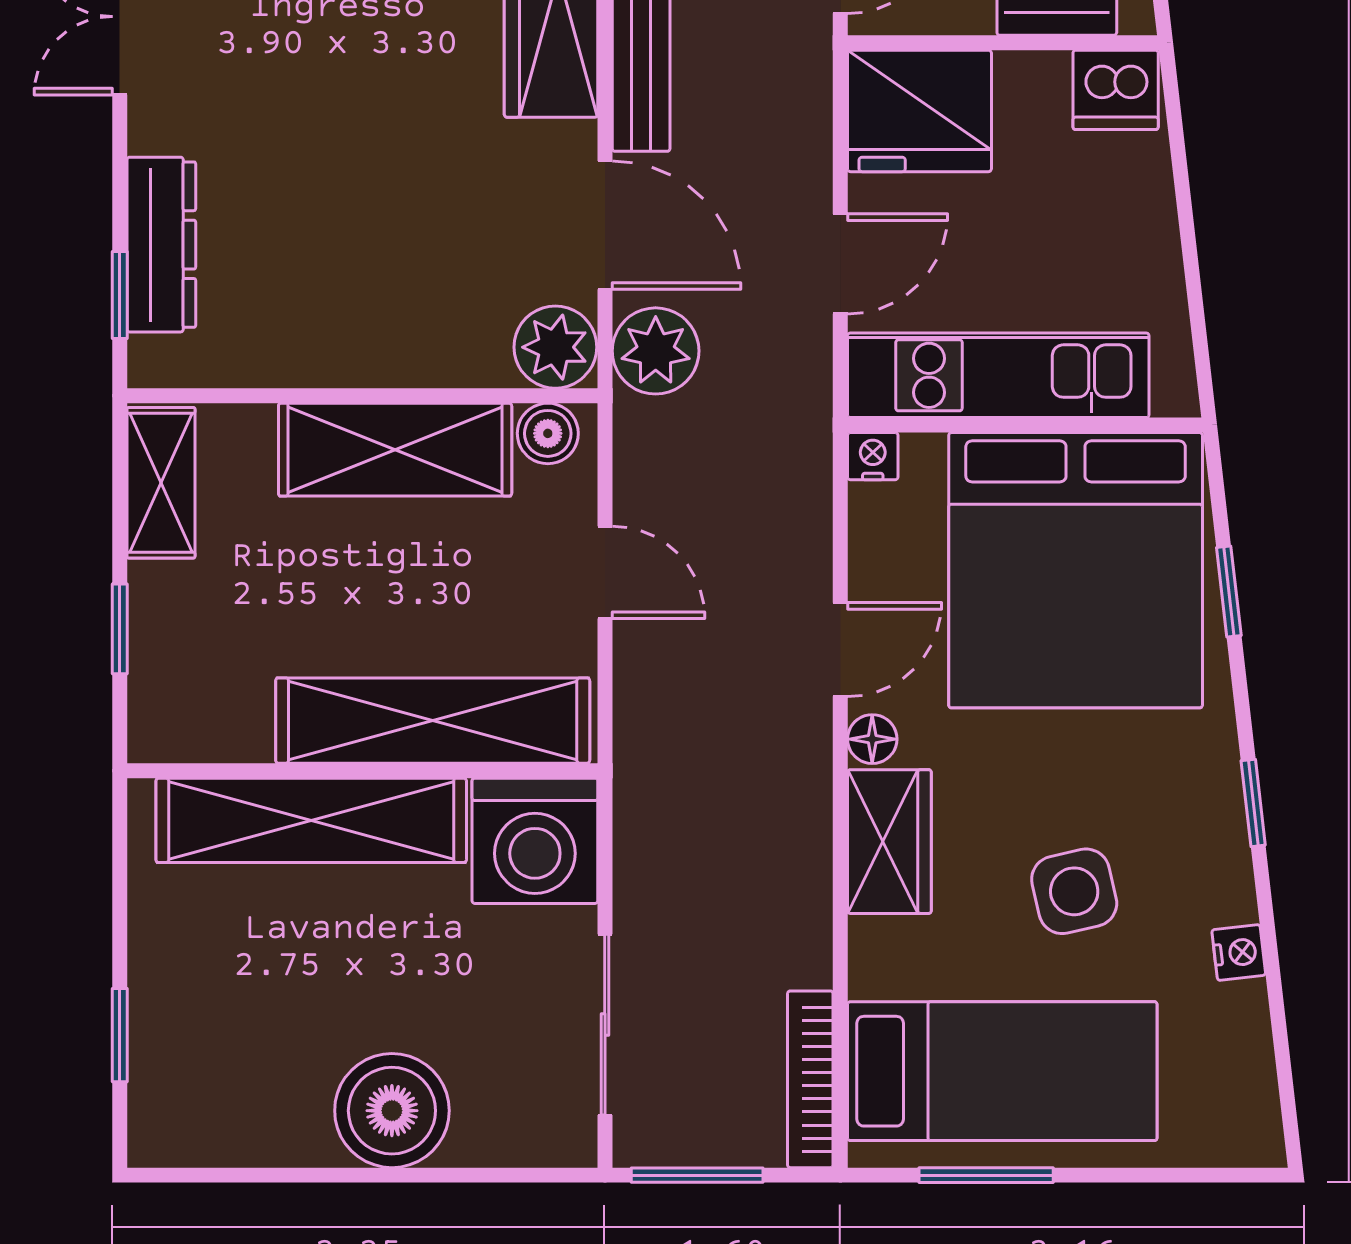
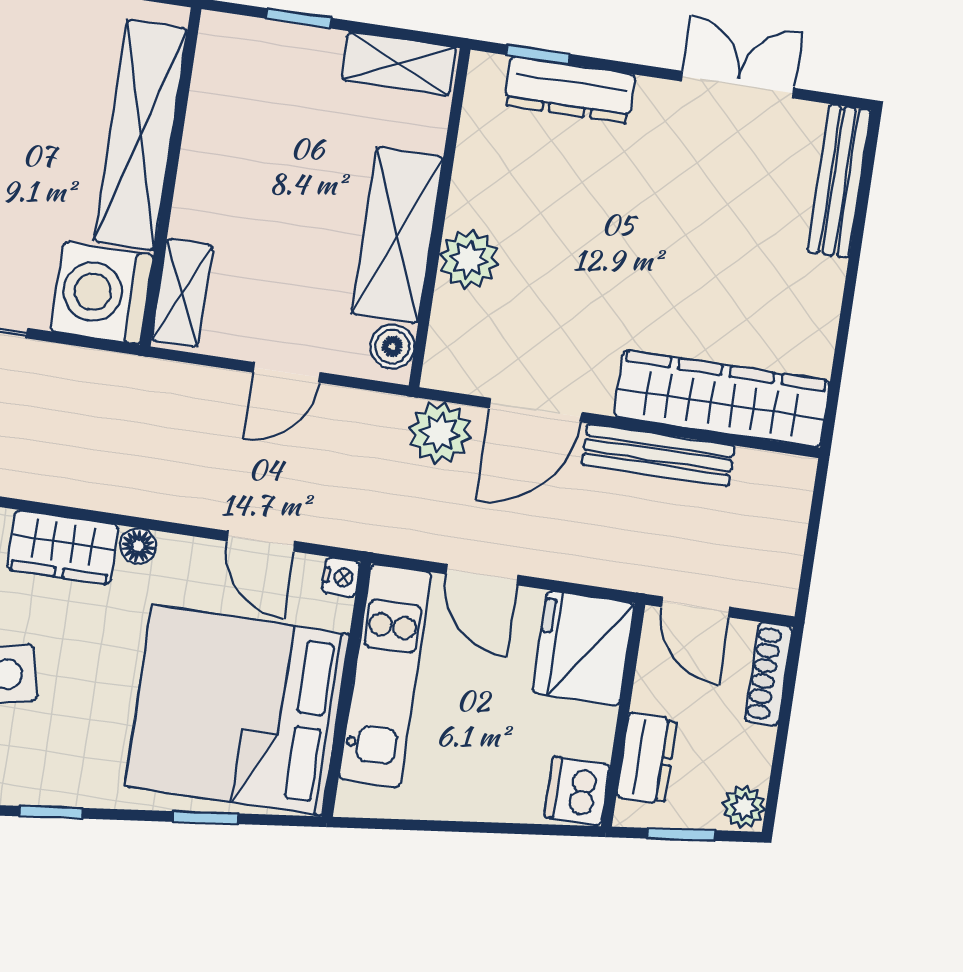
plant: (555, 347) -> (469, 259), moved
door: (840, 649) -> (261, 541), moved
shelving: (433, 721) -> (182, 293), width x0.45, depth x0.75

